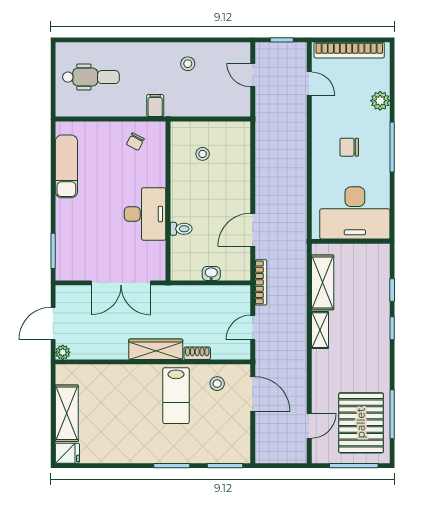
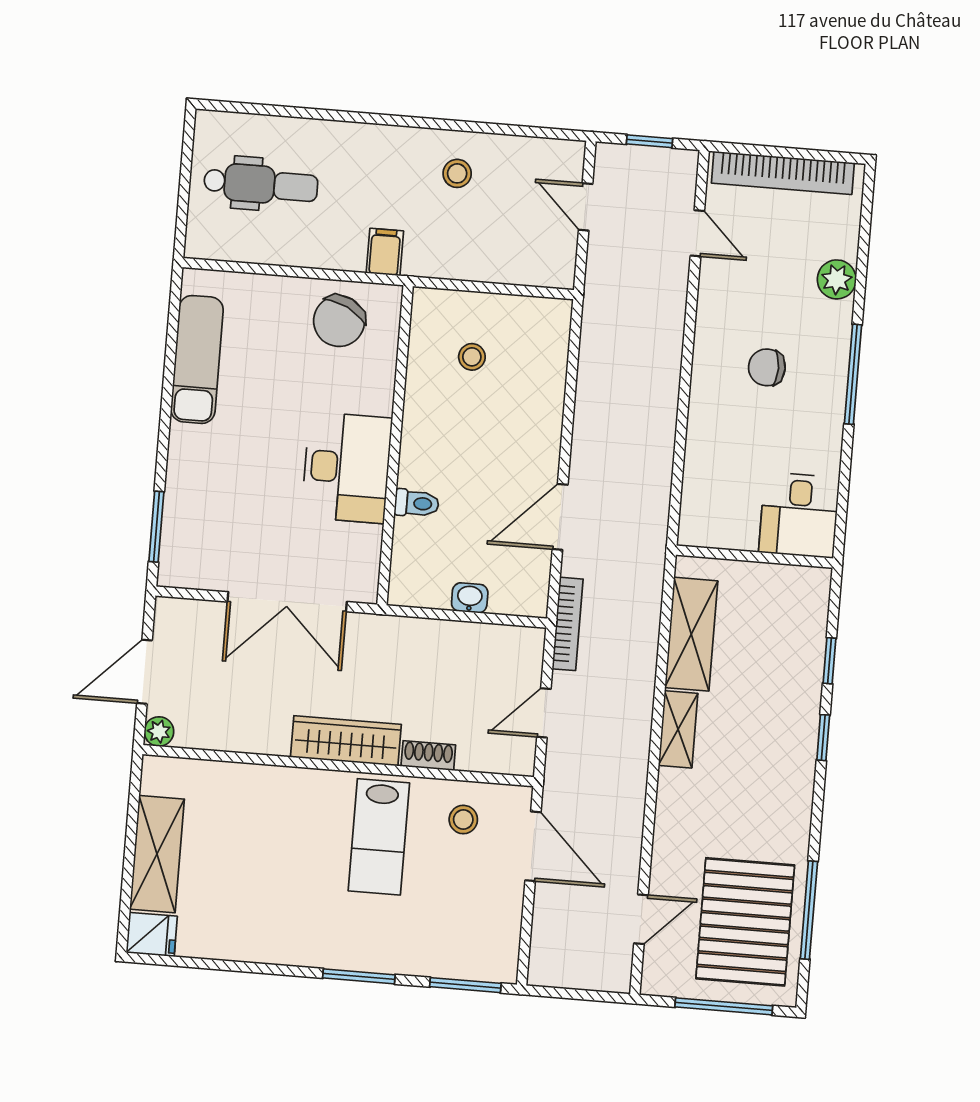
chair: (135, 142) -> (339, 321), width x1.87, depth x1.87
desk: (355, 213) -> (799, 515), width x0.53, depth x0.77

